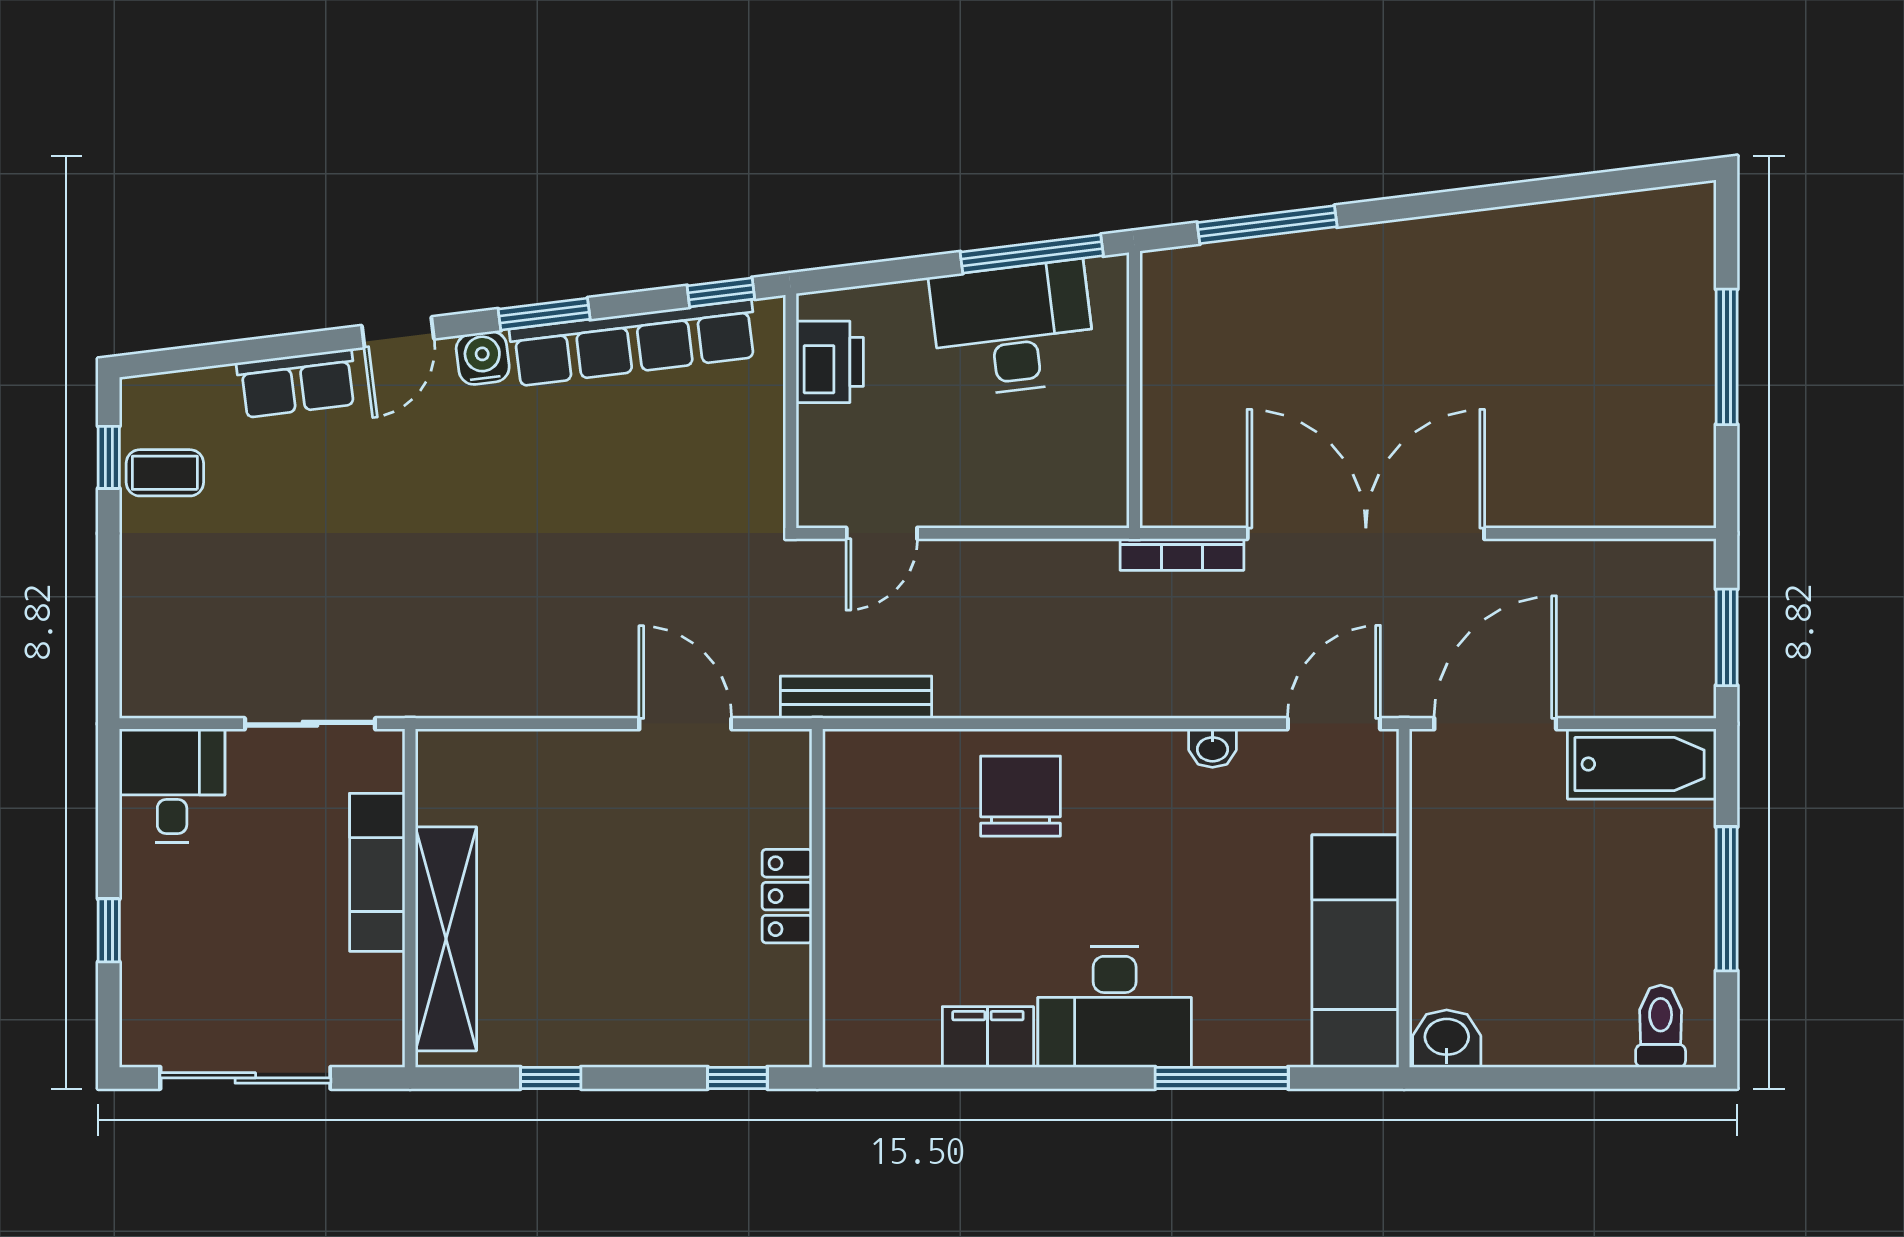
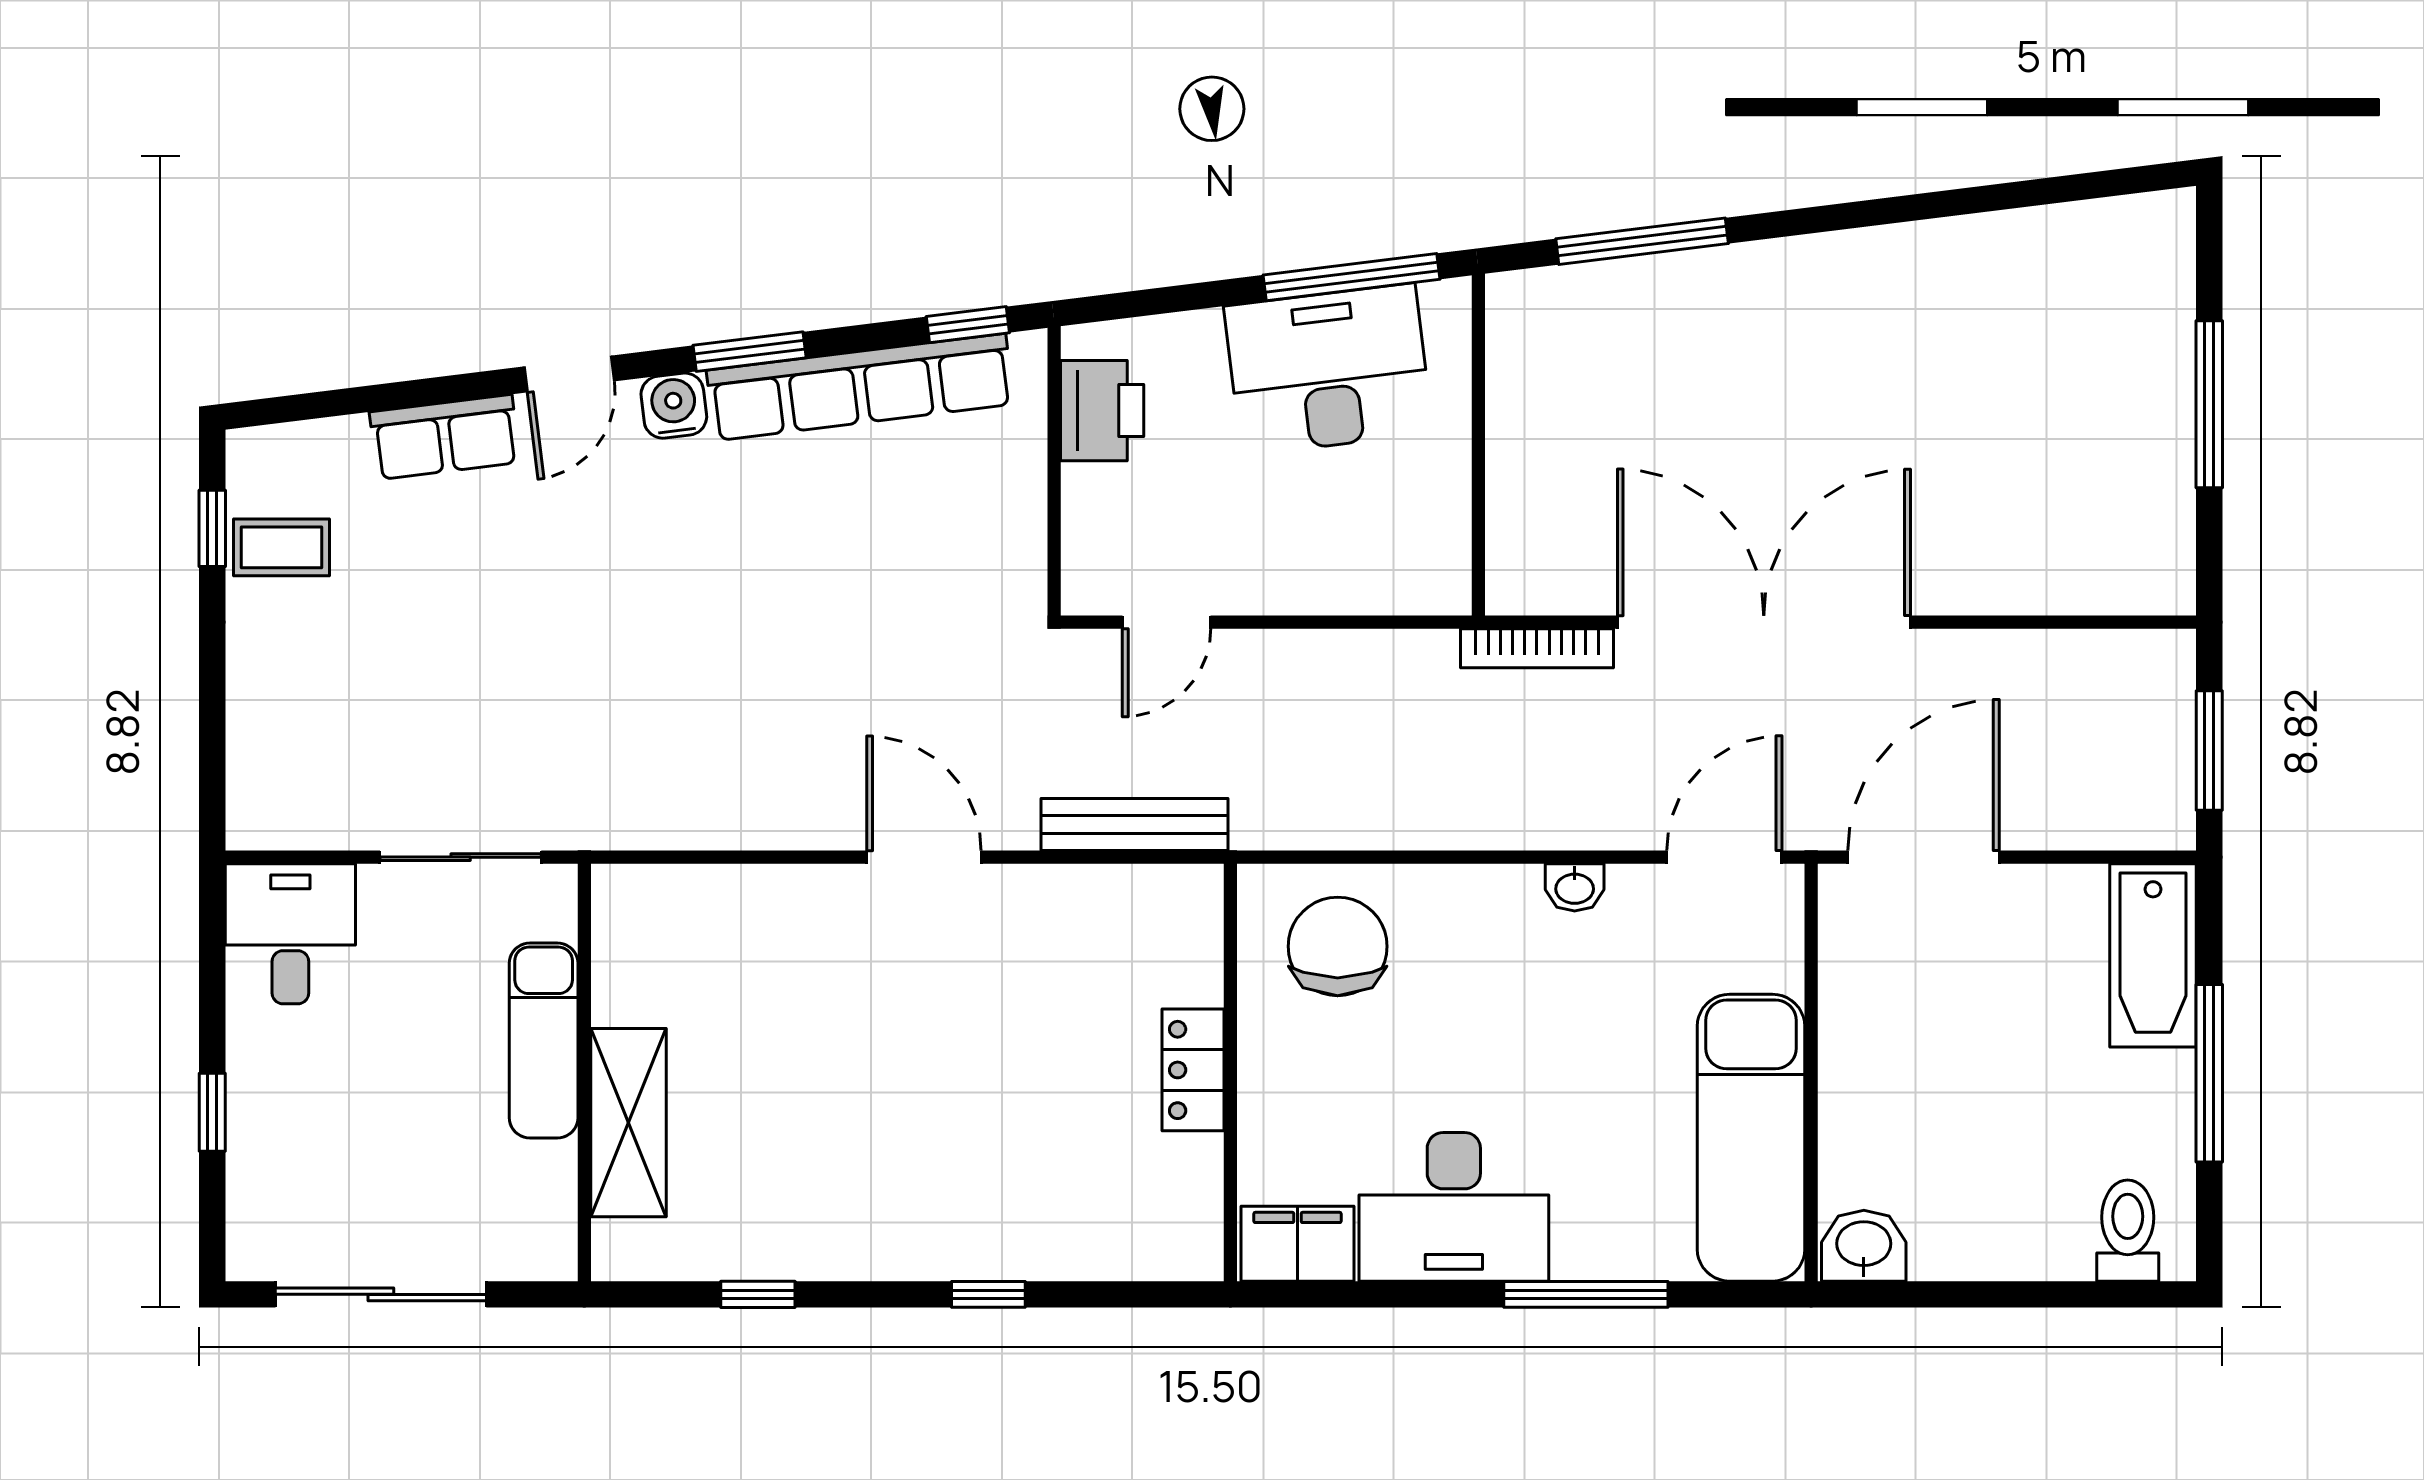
bathtub: (1642, 764) -> (2153, 955), moved, turned 90
locker: (787, 896) -> (1193, 1070), moved
wall: (817, 898) -> (1230, 1072), moved
shelving: (446, 939) -> (629, 1123), width x0.68

